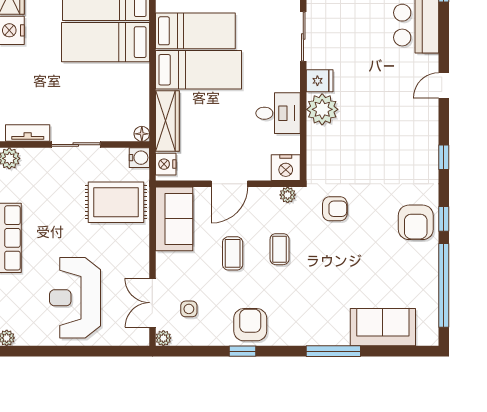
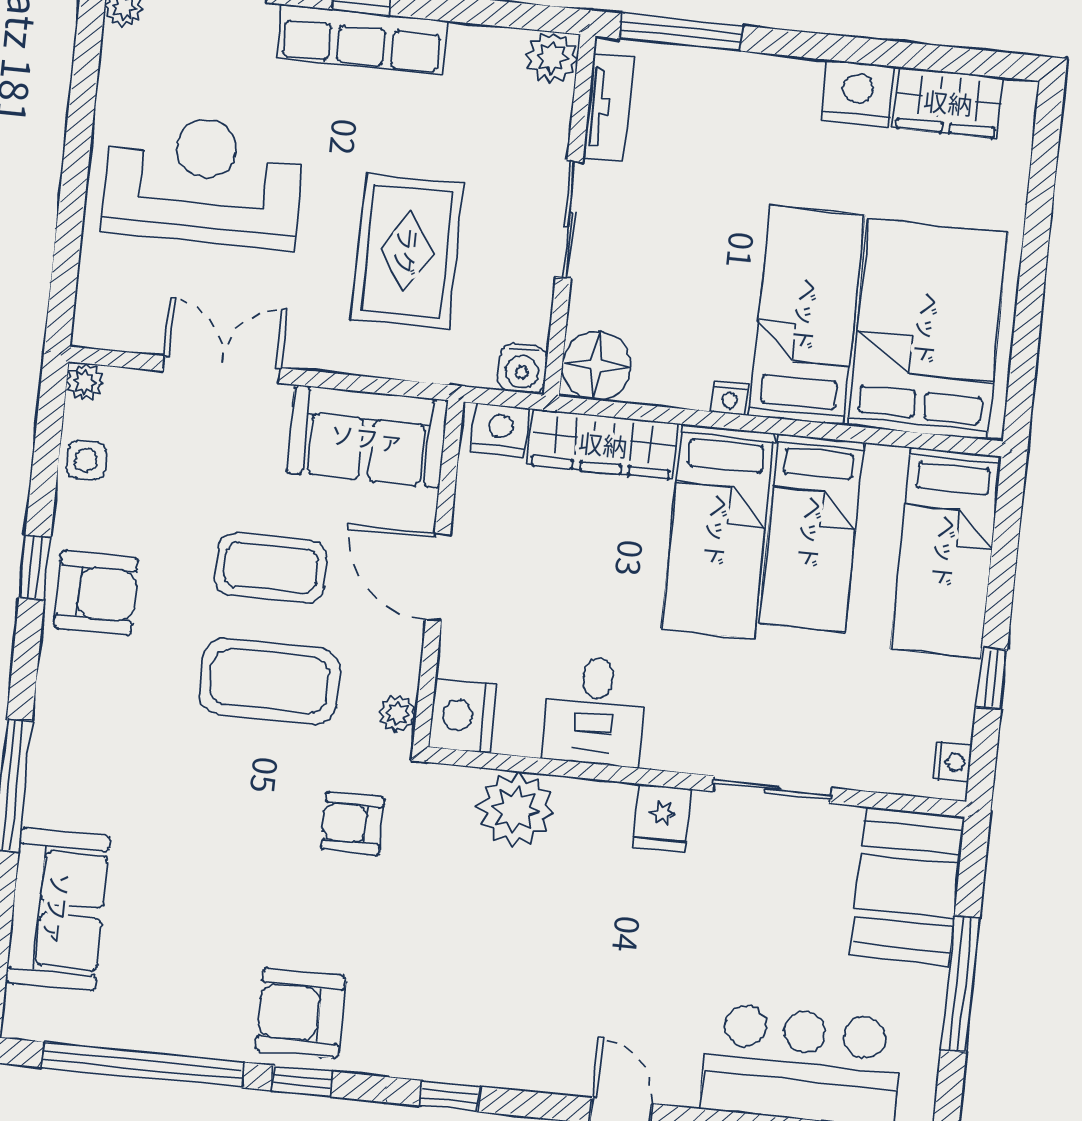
nightstand: (143, 70) -> (730, 398), added
plant: (322, 109) -> (516, 809), moved
floor lamp: (142, 134) -> (596, 365), width x1.89, depth x1.89
rug: (116, 202) -> (407, 251), moved
armchair: (335, 209) -> (353, 823), turned 90
coffee table: (280, 249) -> (270, 681), width x1.86, depth x1.72
coffee table: (233, 253) -> (271, 568), width x1.36, depth x1.30
double door: (152, 303) -> (222, 370), moved
side table: (189, 309) -> (86, 460), moved

